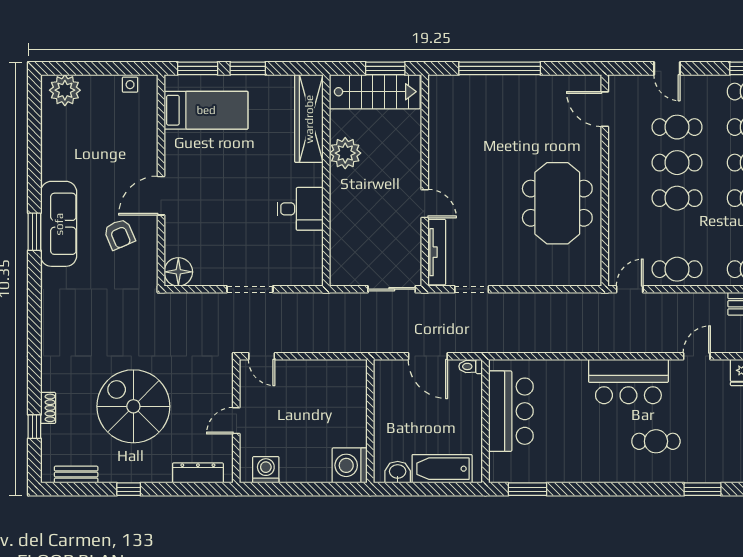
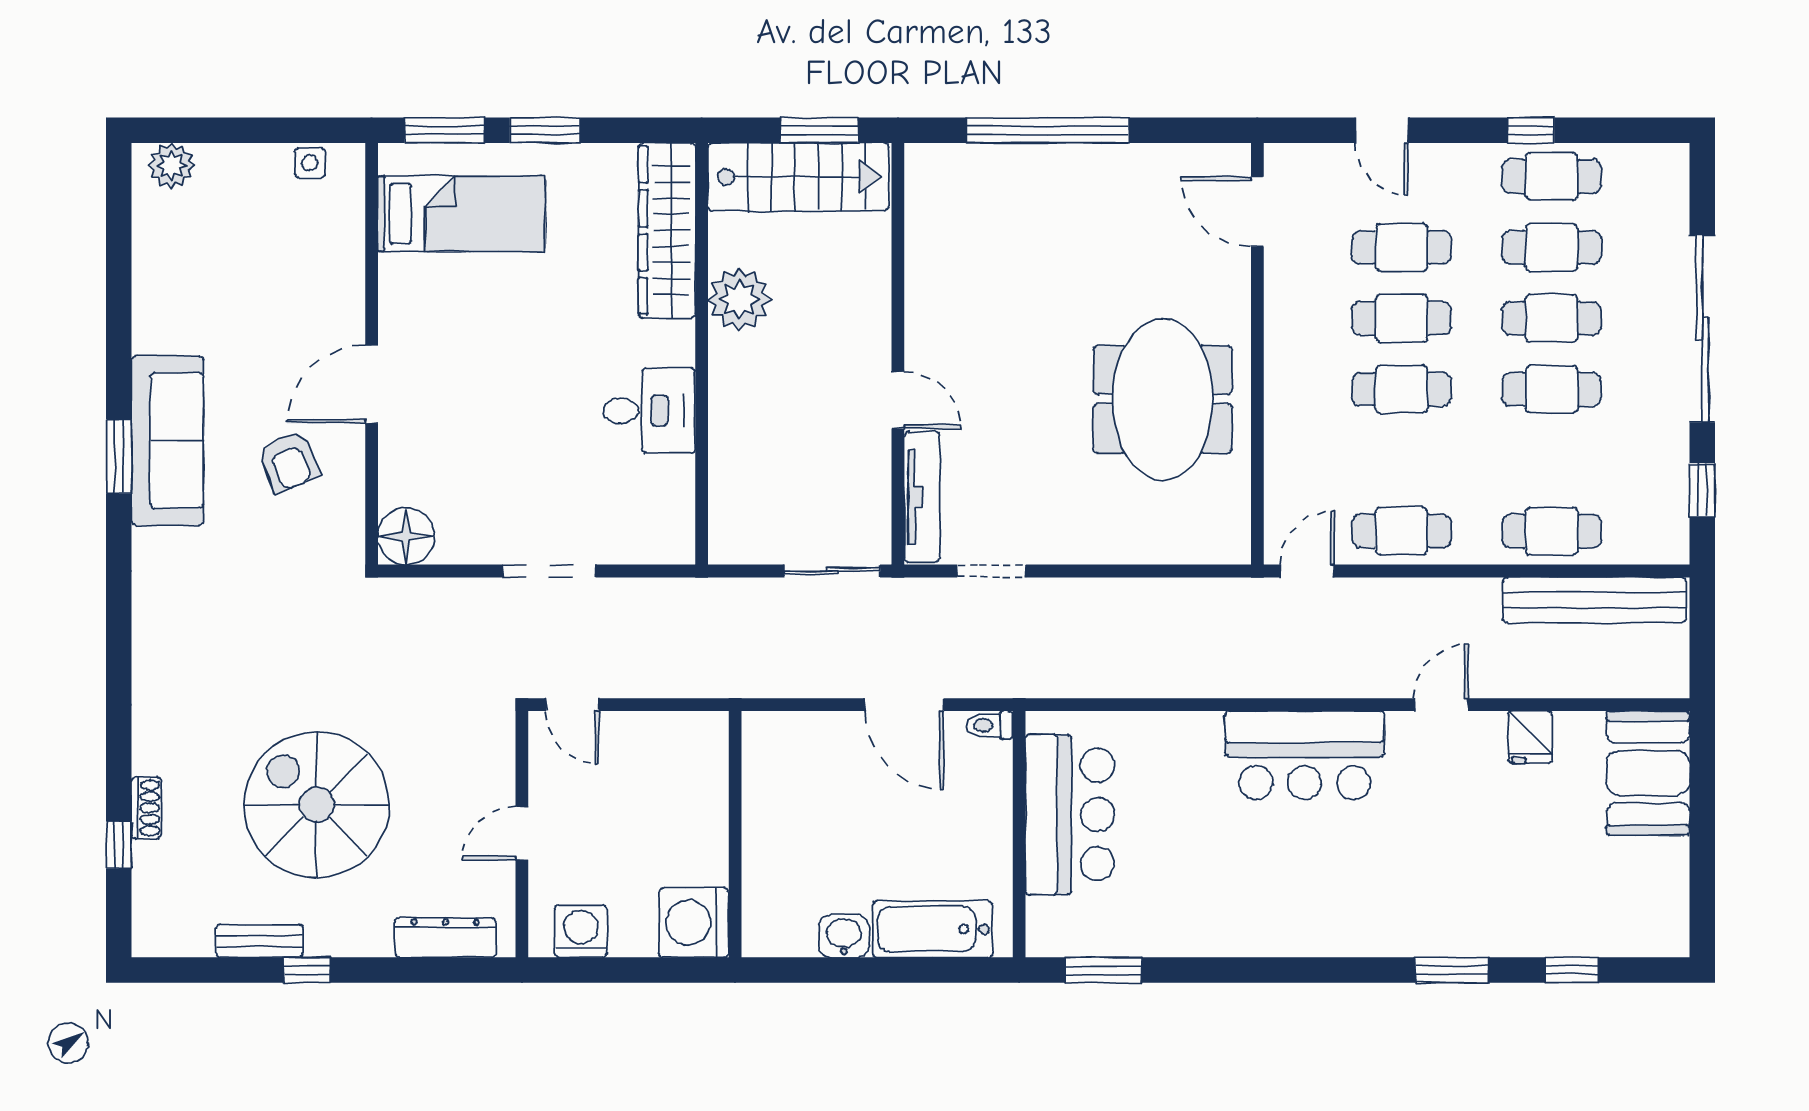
plant: (65, 90) -> (172, 166), width x0.73, depth x0.73
wall: (370, 421) -> (735, 834), moved
cafe table: (656, 441) -> (1360, 875), removed
washing machine: (350, 465) -> (694, 923), moved
bench: (76, 475) -> (259, 941), moved

